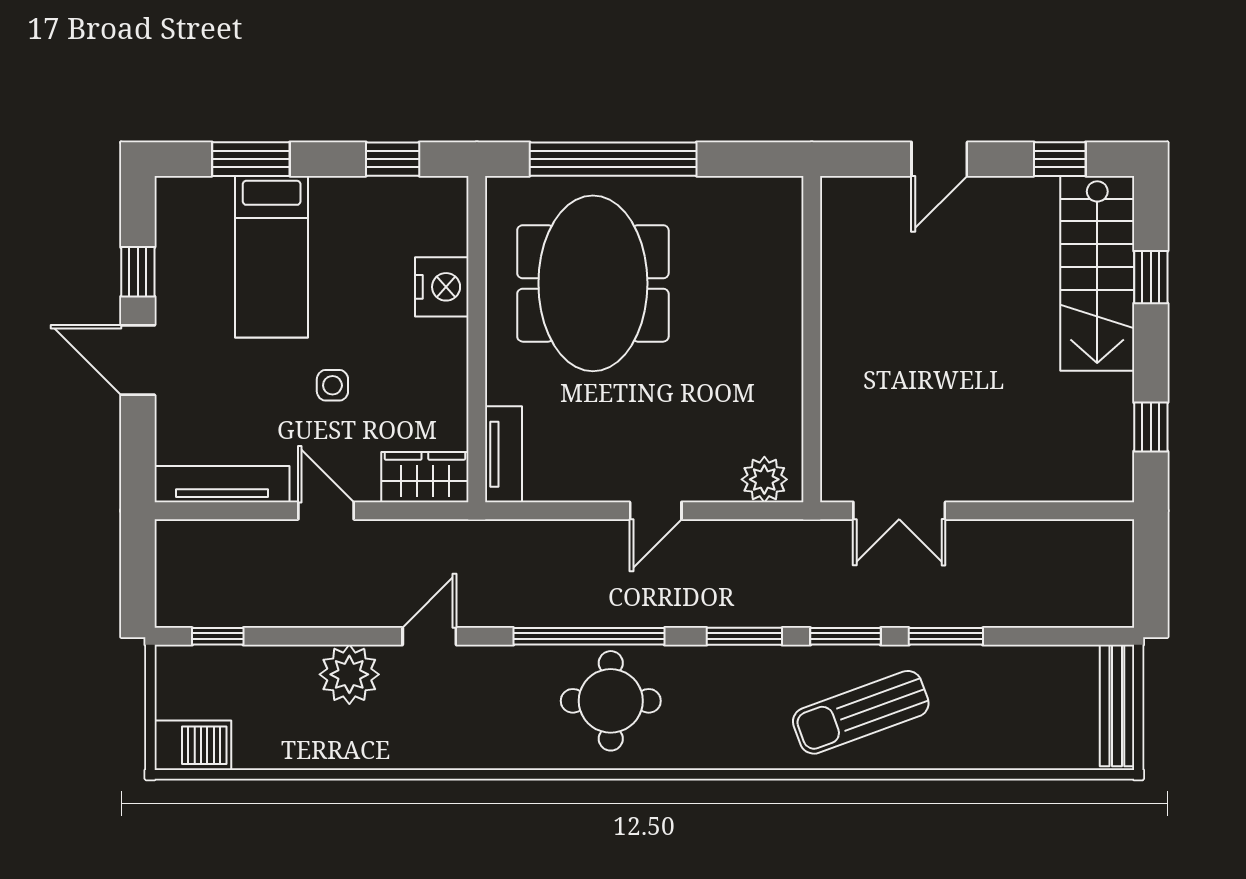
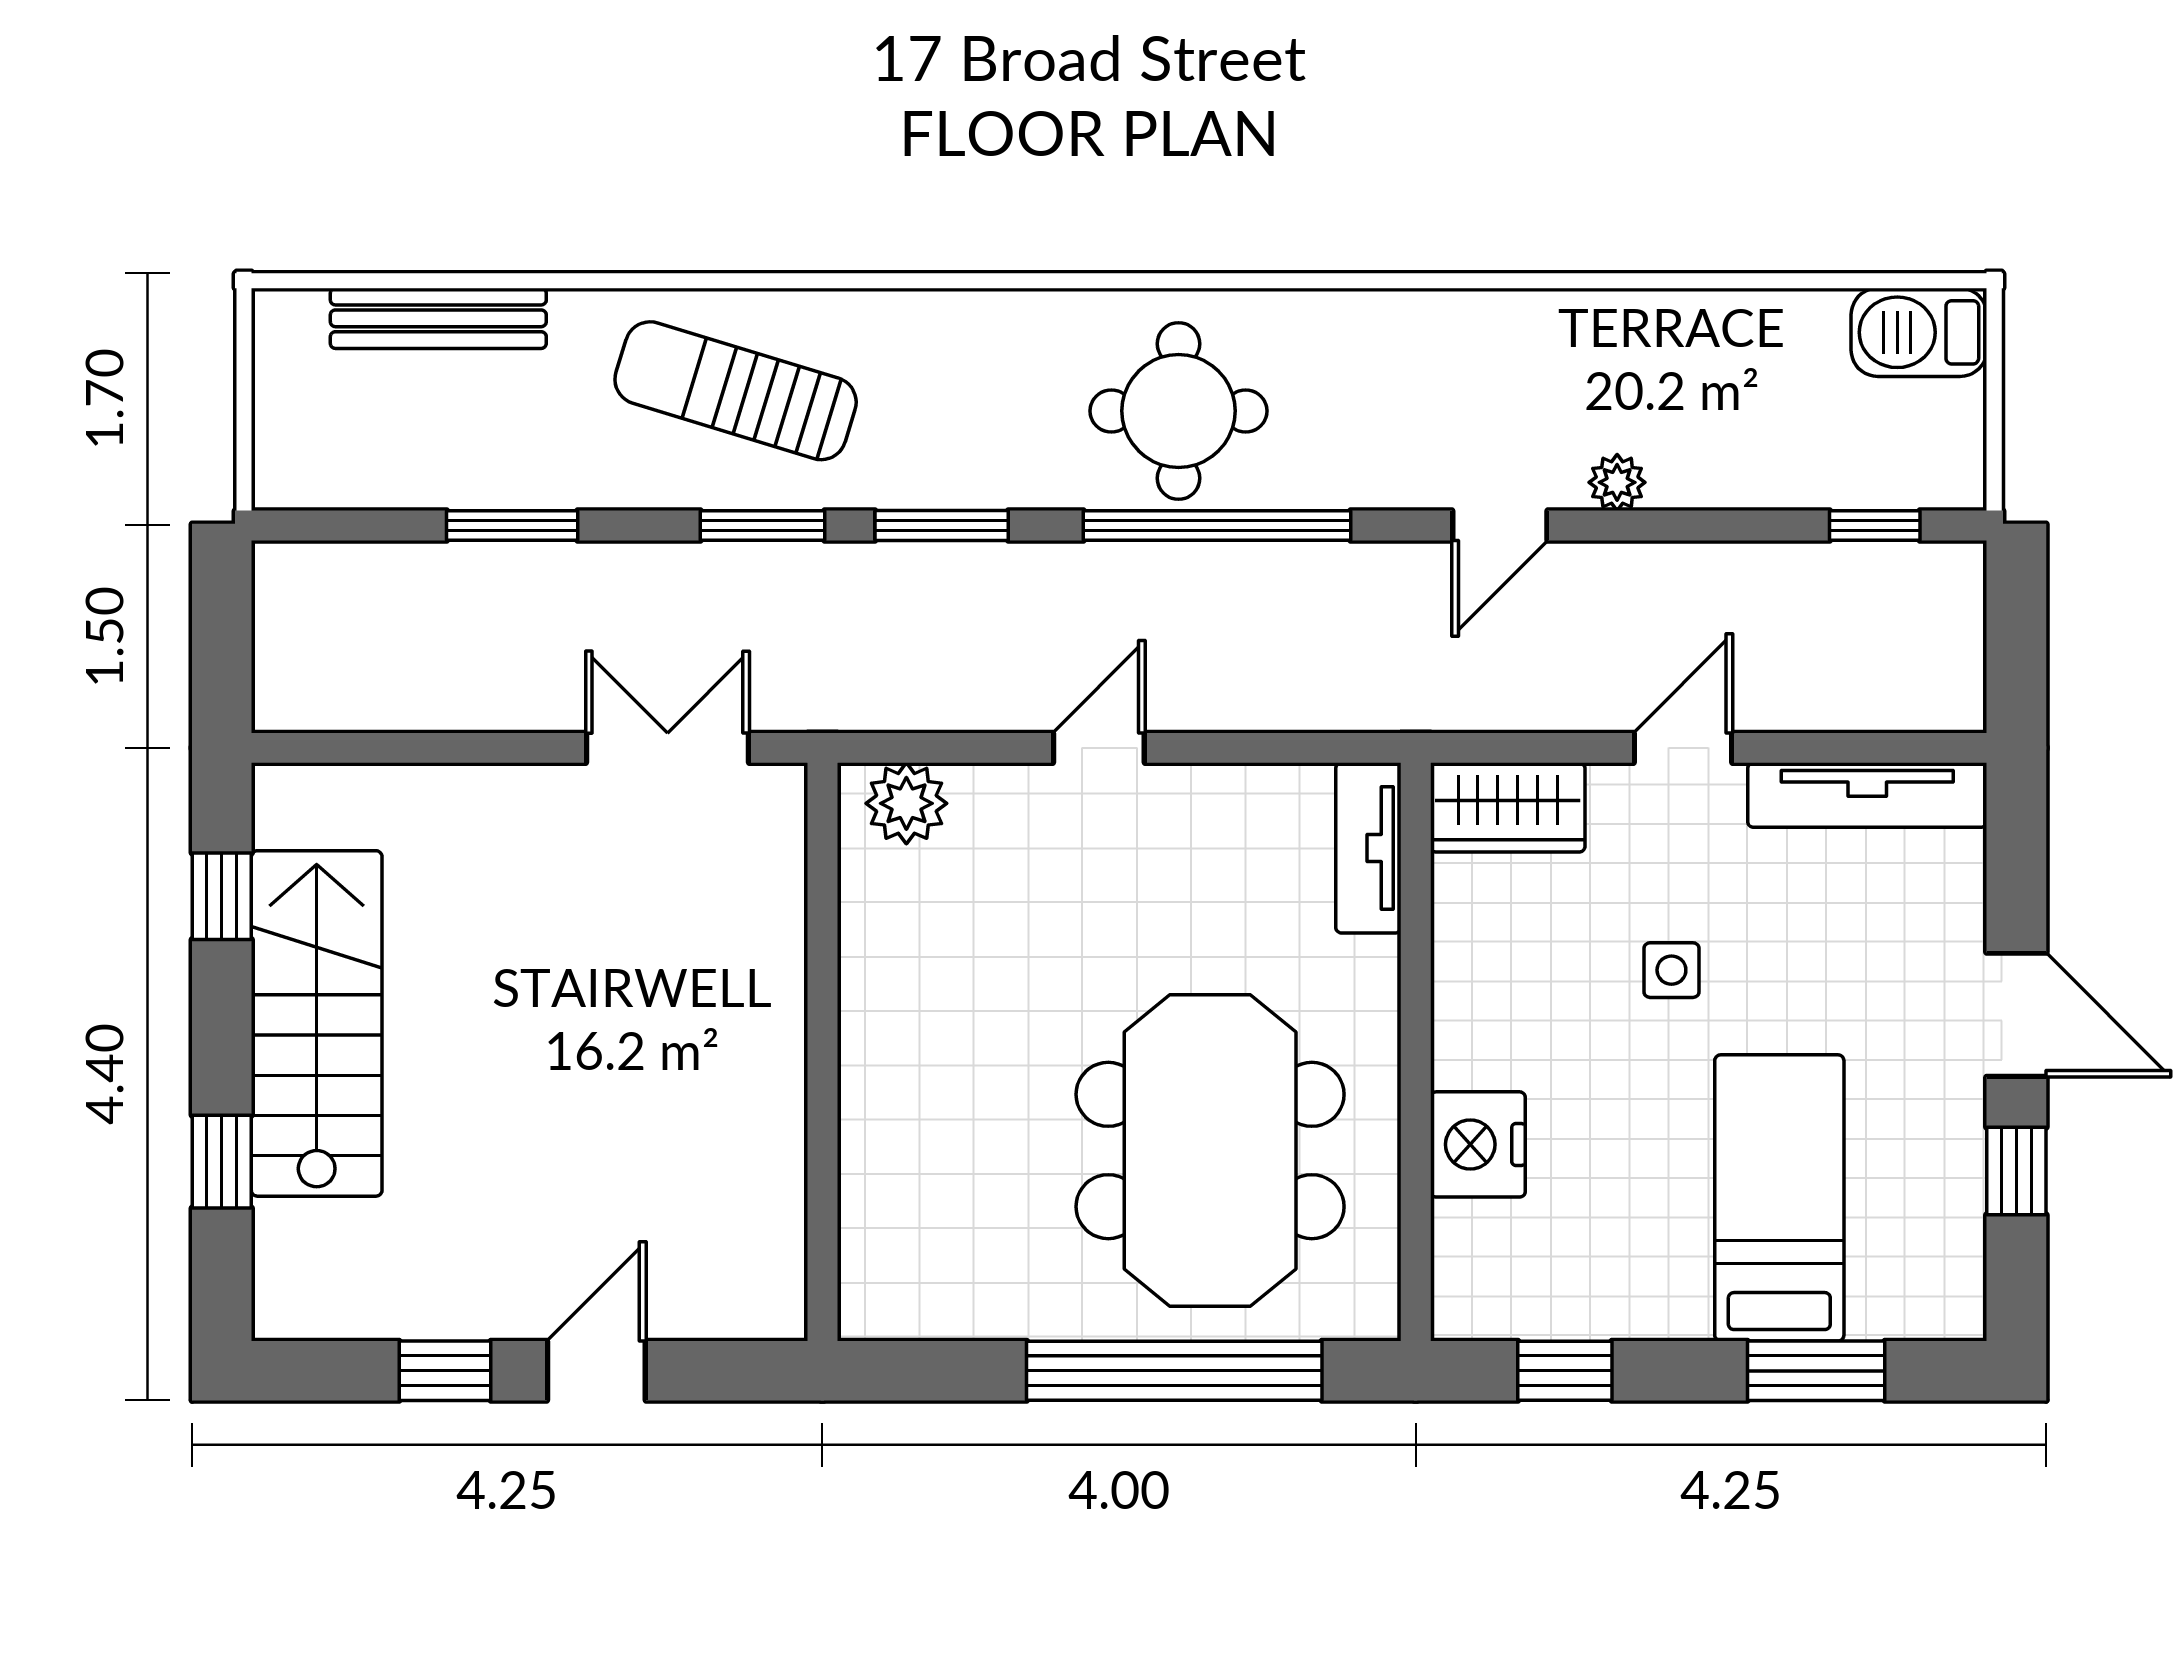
window: (1060, 159) -> (445, 1371), moved
stairs: (1097, 273) -> (317, 1023), moved
door: (326, 511) -> (1683, 748), swing flipped
window: (946, 636) -> (512, 525), moved
plant: (349, 674) -> (1617, 482), width x0.53, depth x0.53
bench: (1117, 706) -> (438, 318), moved, turned 90
sun lounger: (861, 712) -> (736, 391), turned -143

